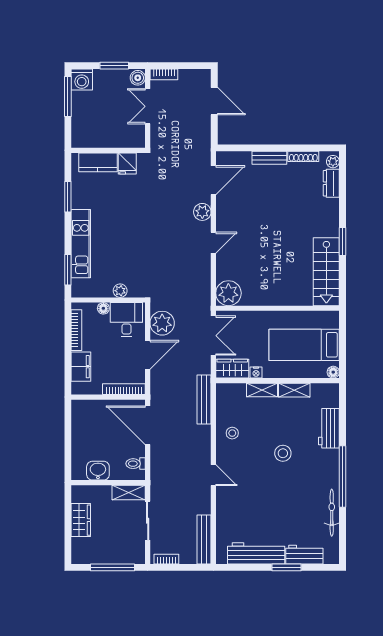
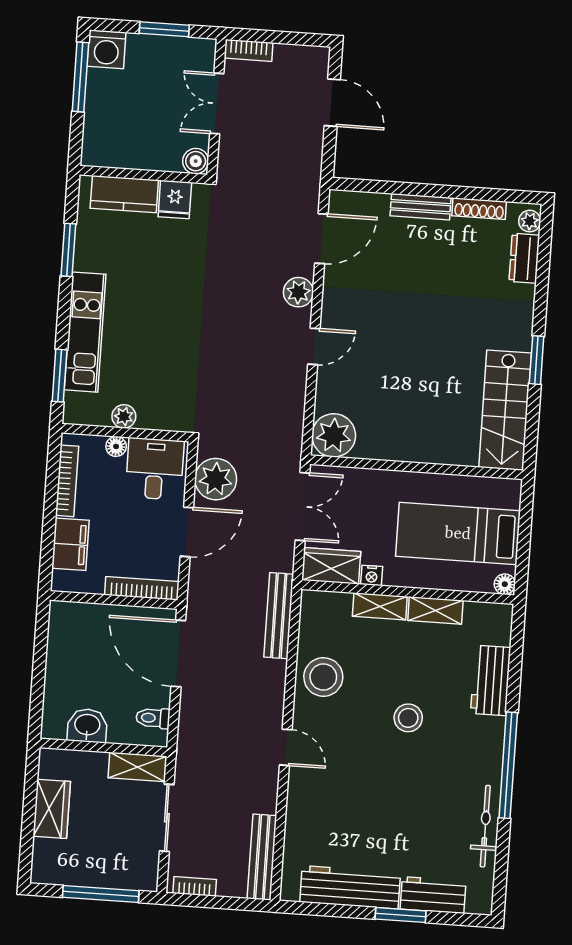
boiler: (138, 78) -> (196, 161), moved
plant: (120, 291) -> (124, 416), moved
stool: (232, 433) -> (323, 677), width x1.89, depth x1.89

